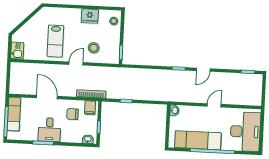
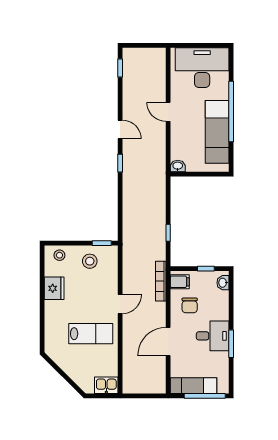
stool: (94, 48) -> (90, 261), moved
door: (76, 64) -> (120, 304), swing flipped

